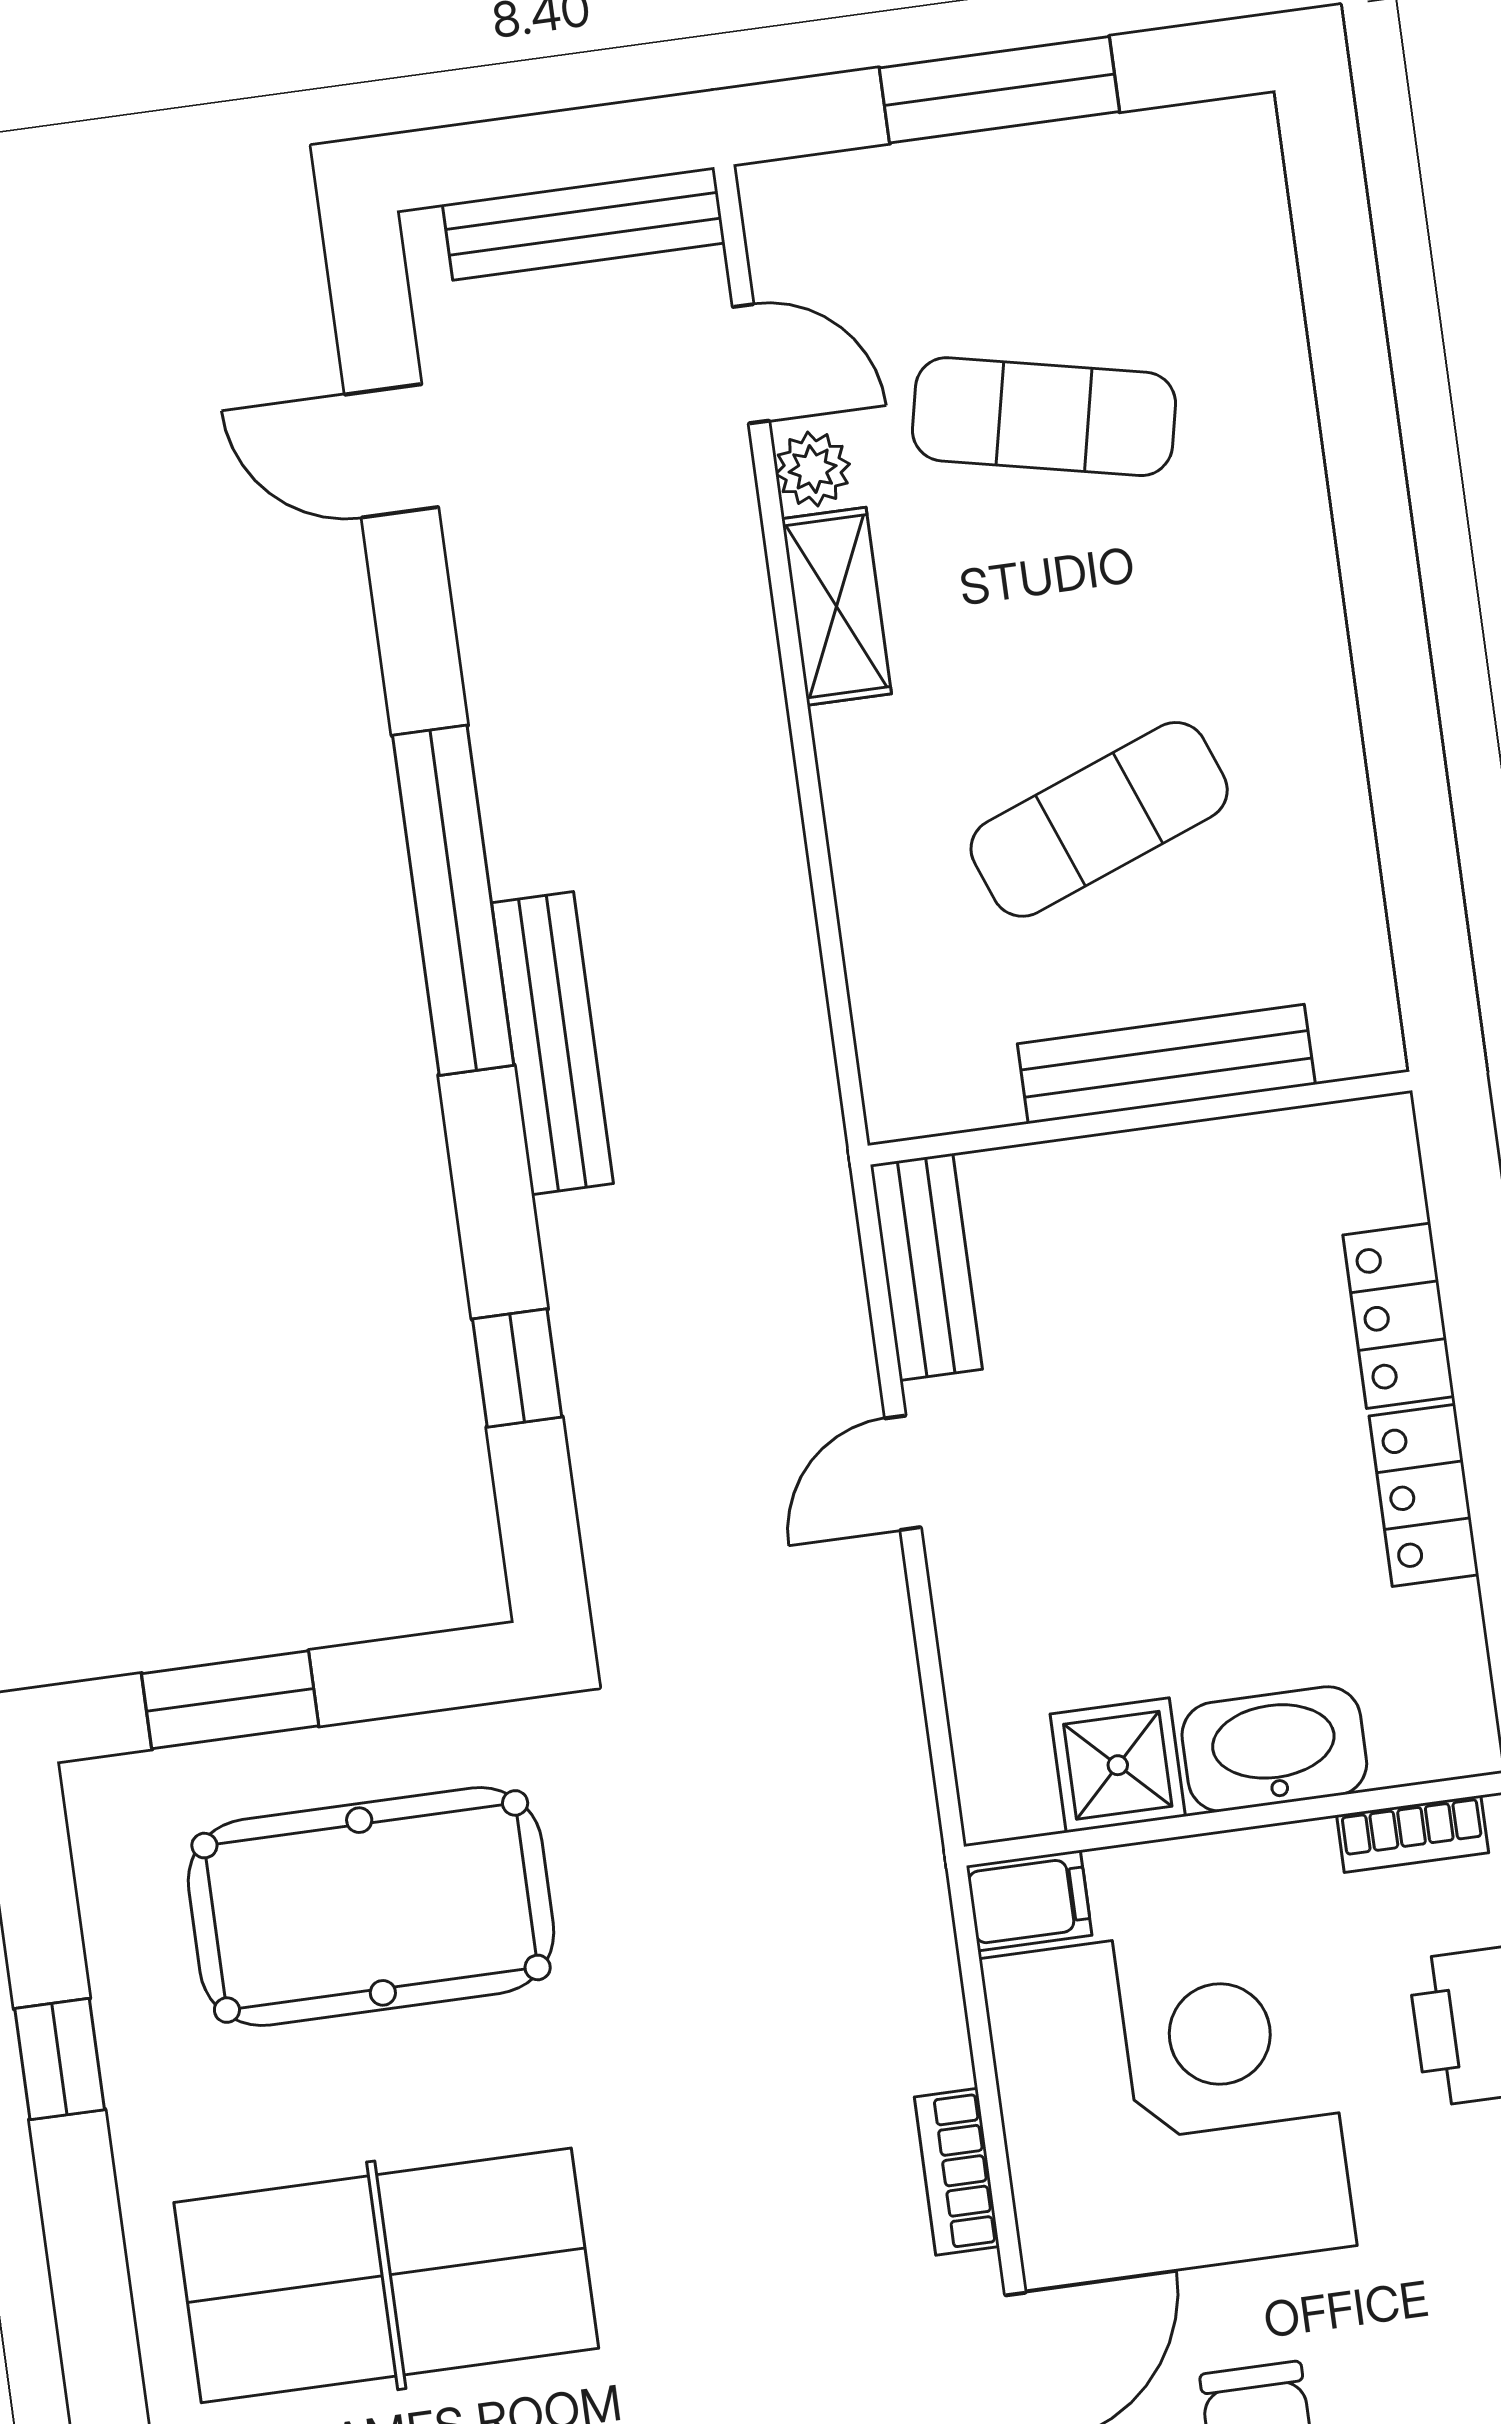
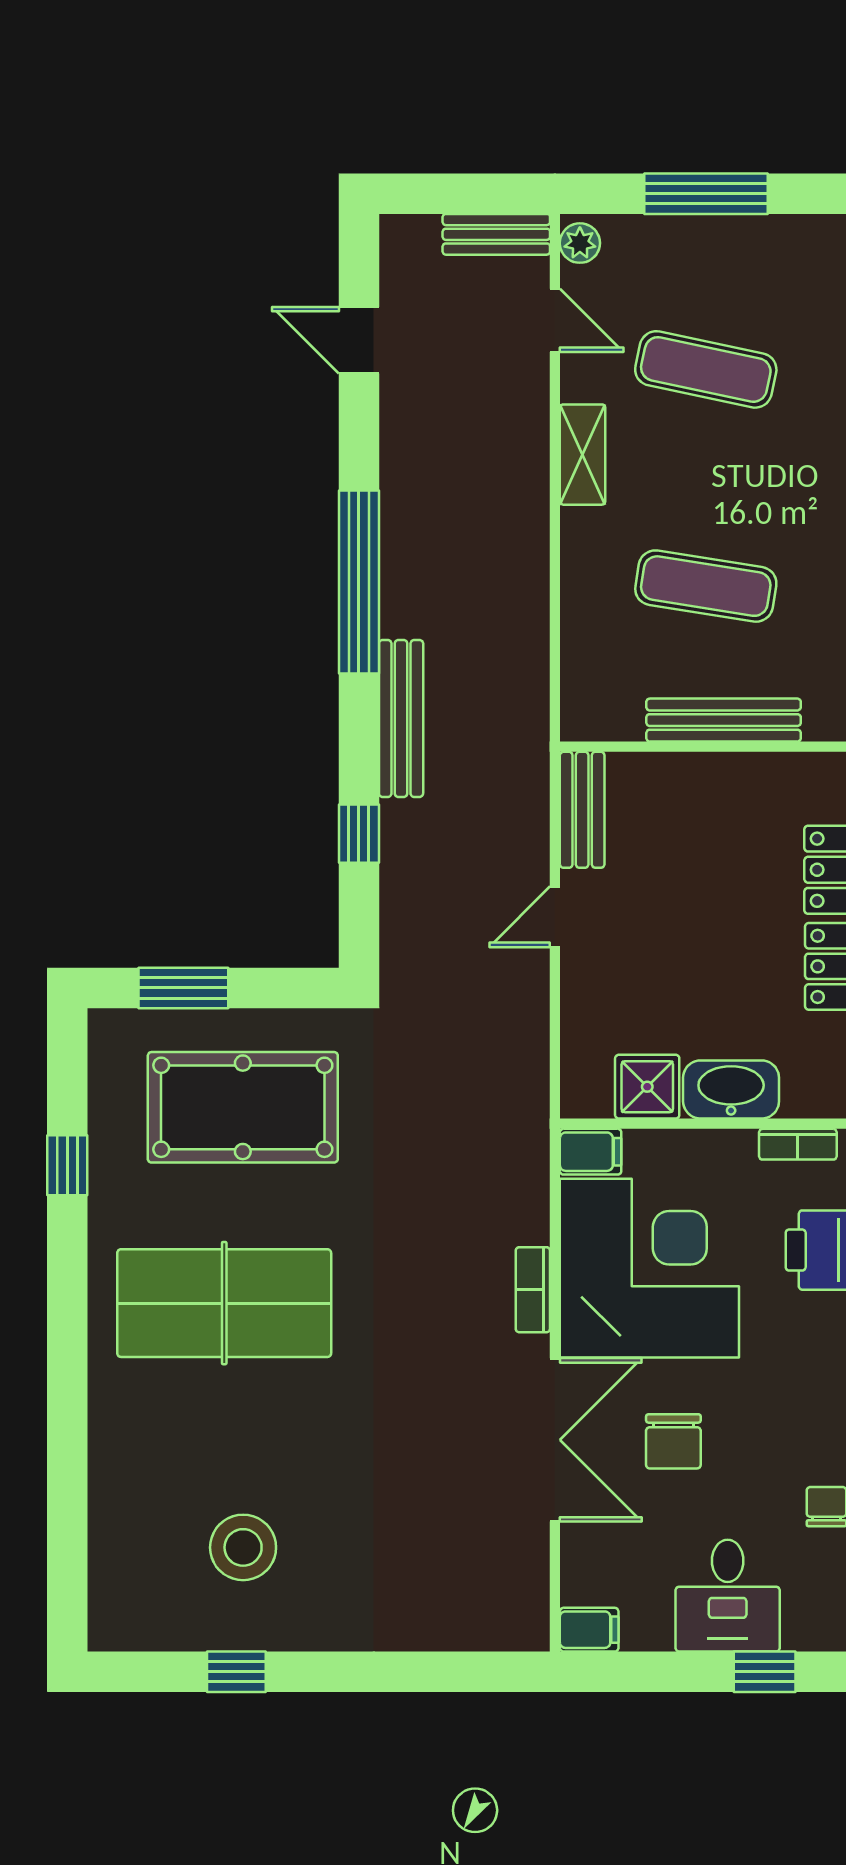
bench: (584, 224) -> (496, 234), width x0.73
plant: (813, 469) -> (580, 243), moved
exercise mat: (1099, 819) -> (706, 586), turned 30
bench: (552, 1043) -> (401, 718), moved

